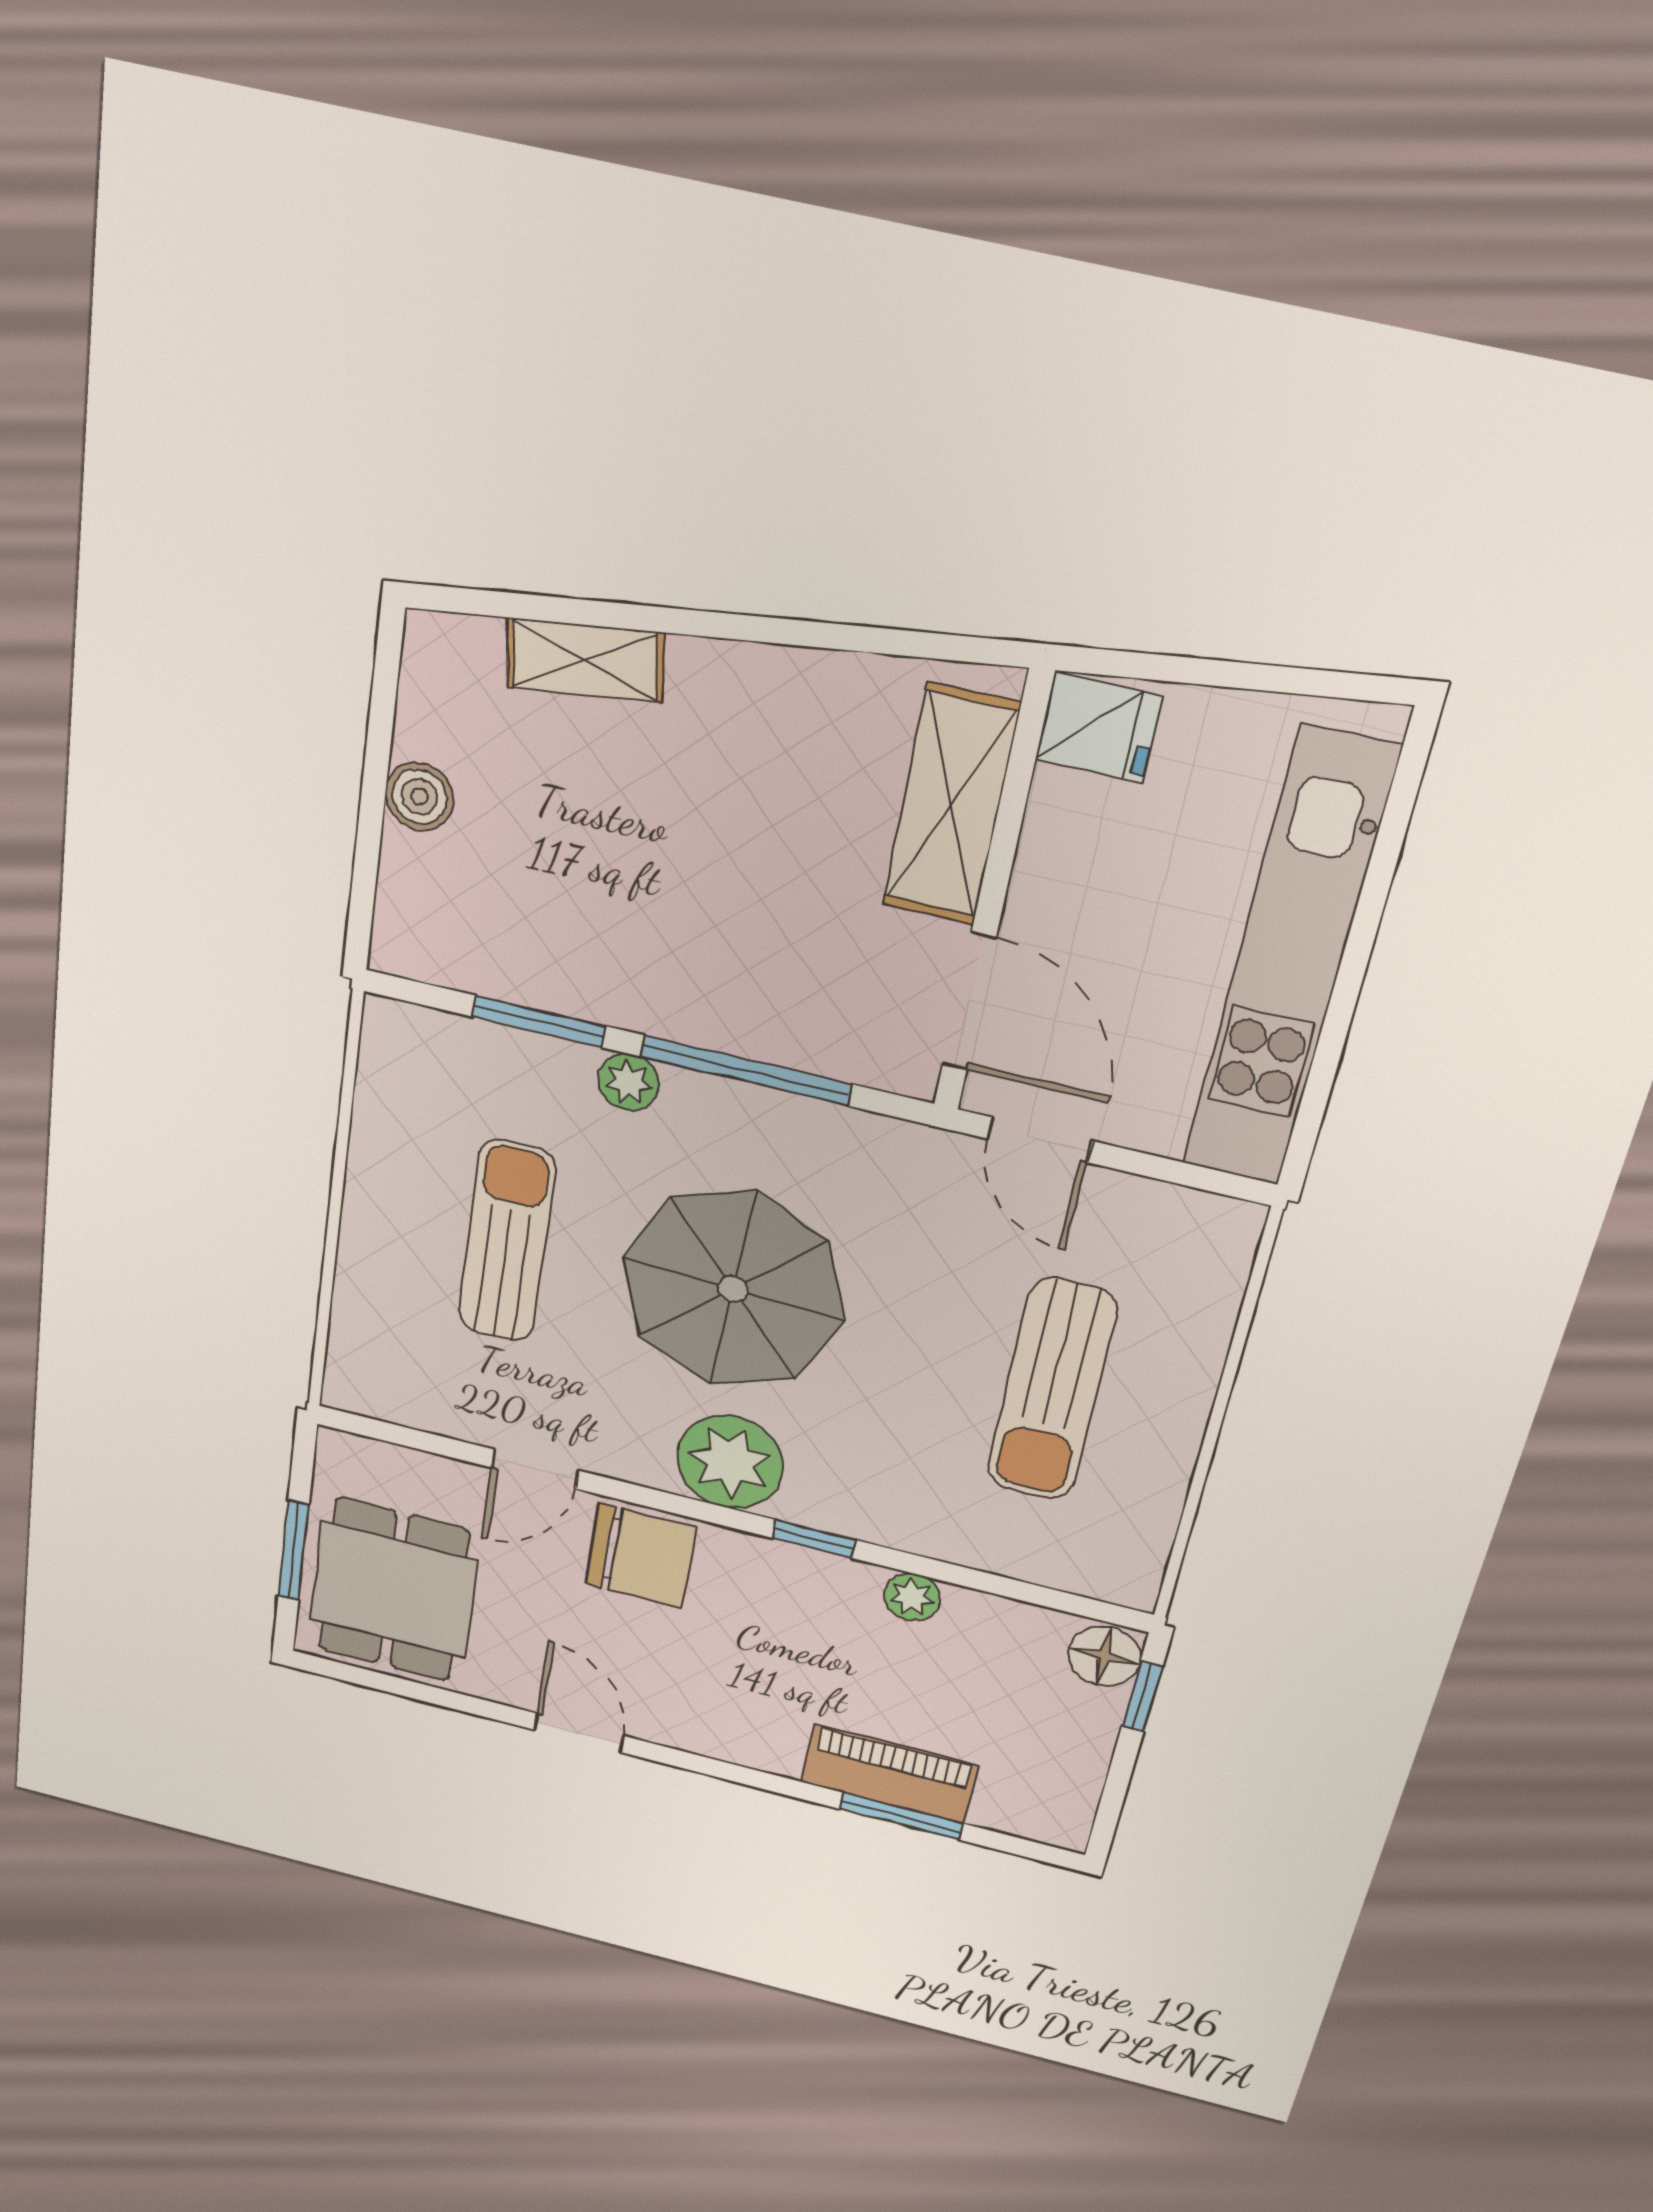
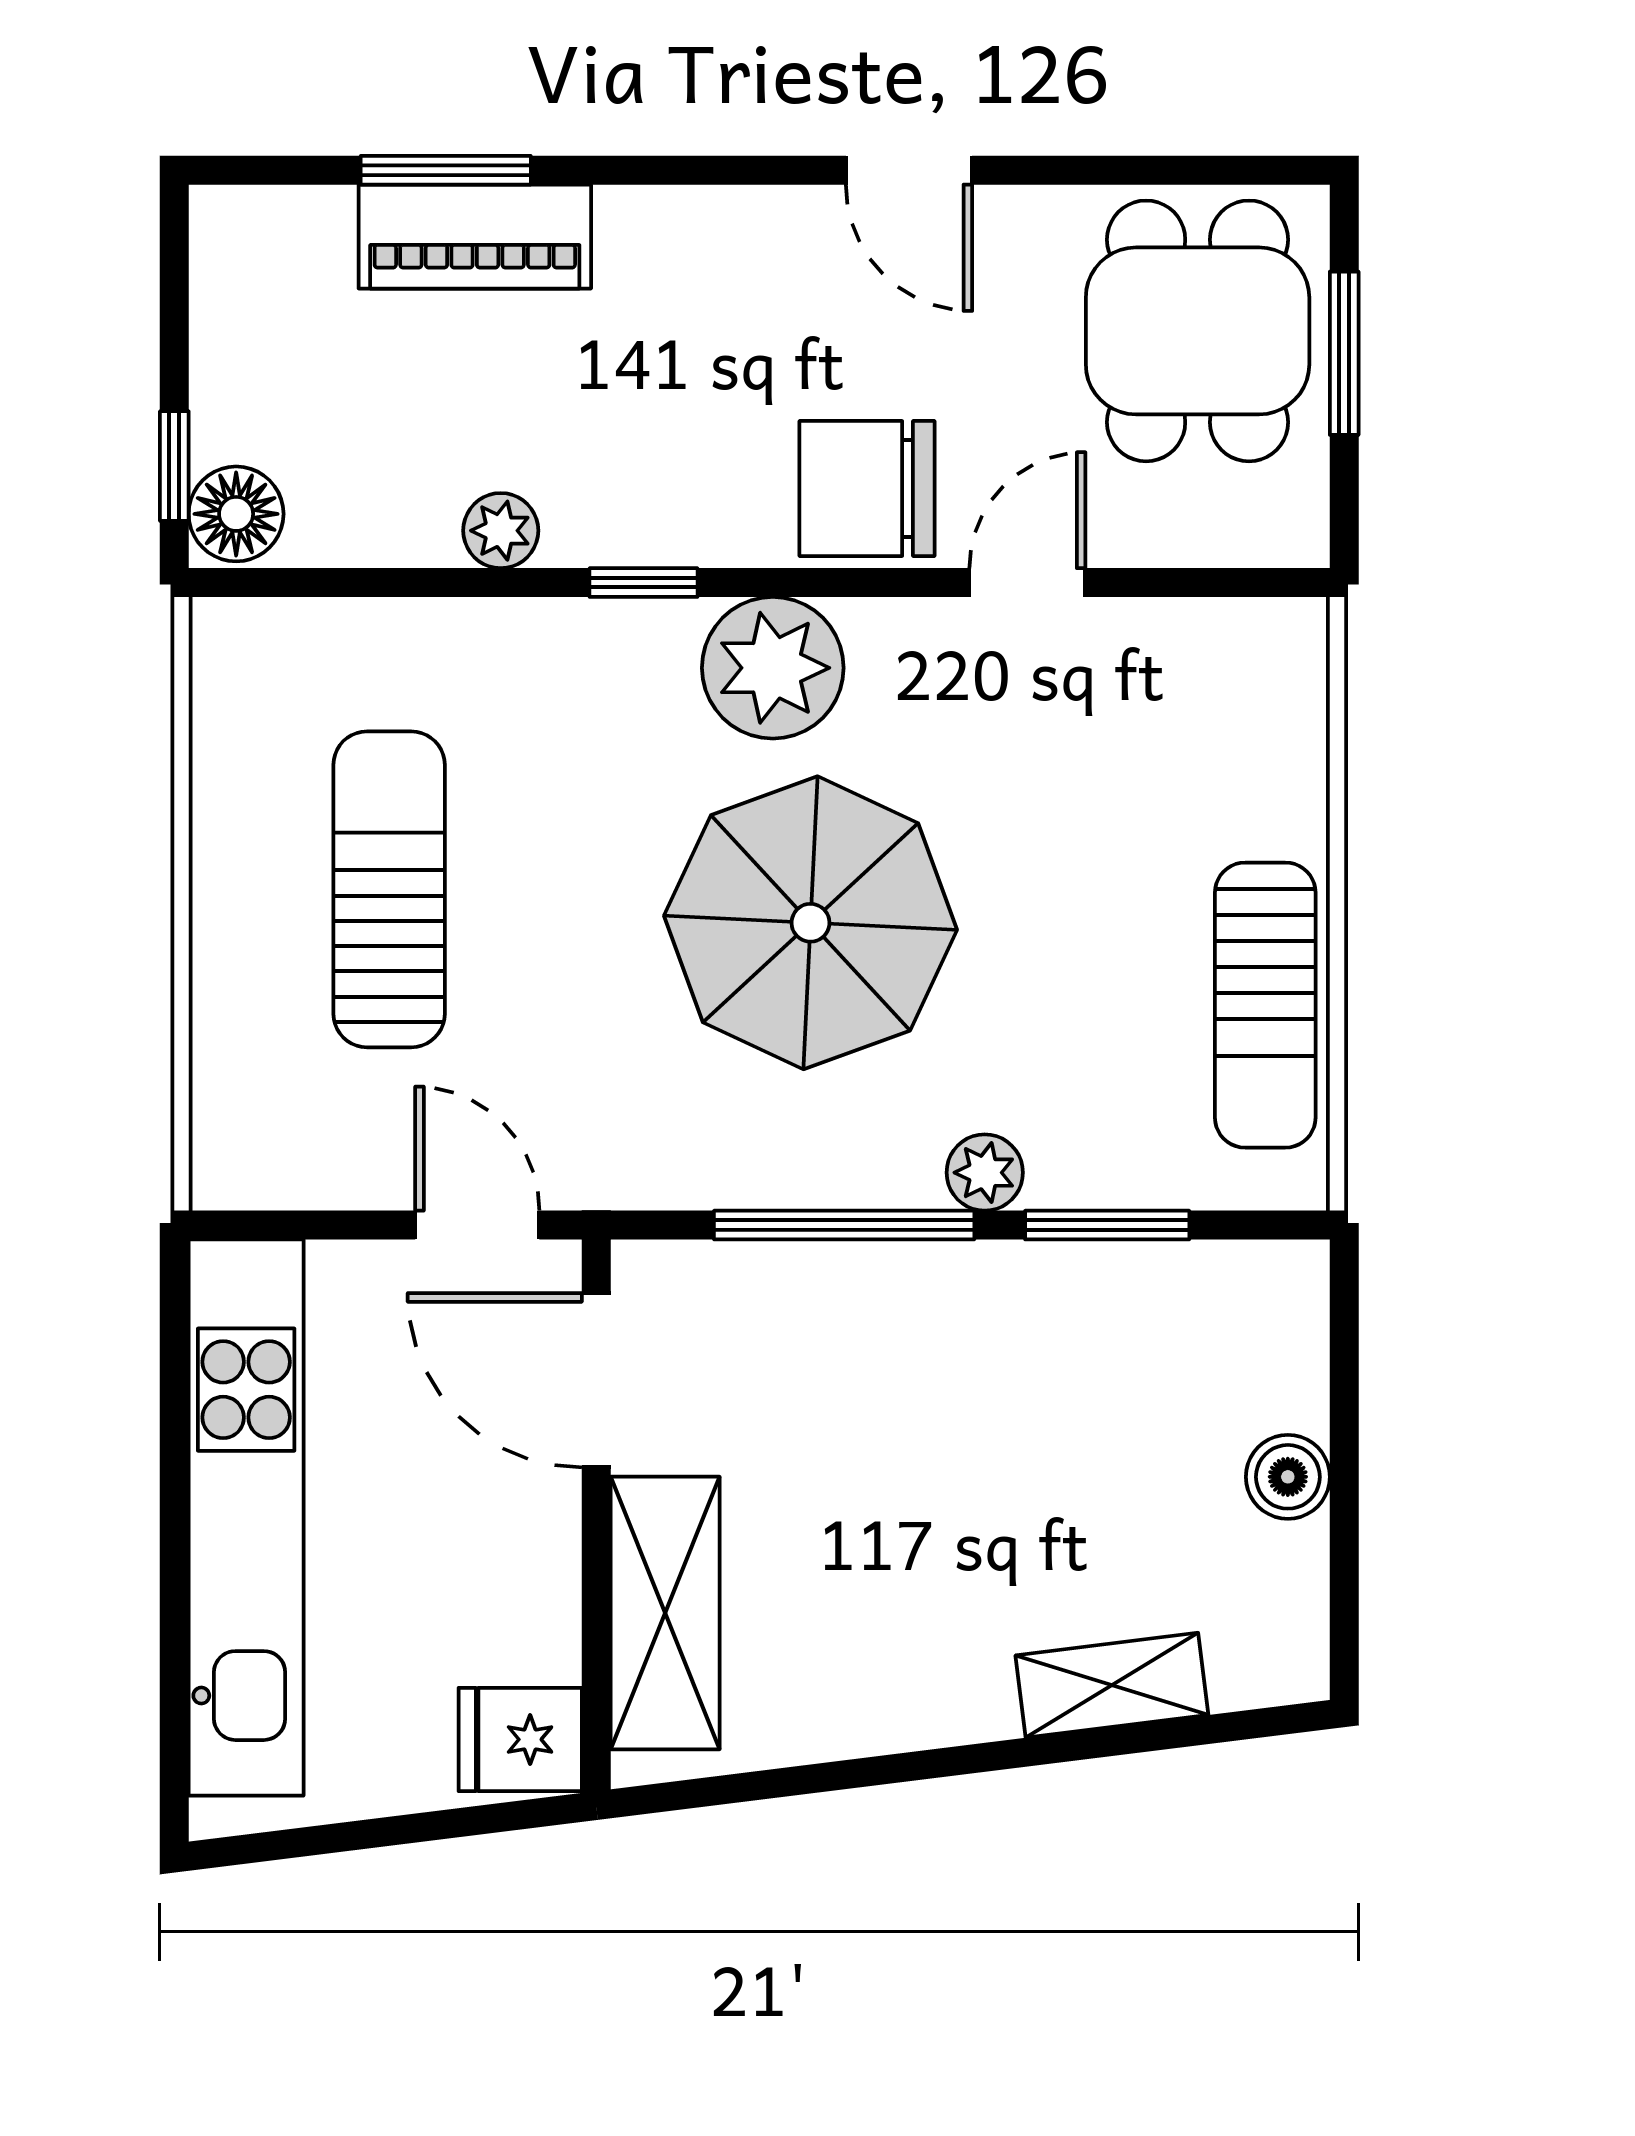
sun lounger: (507, 1241) -> (1265, 1005), moved

